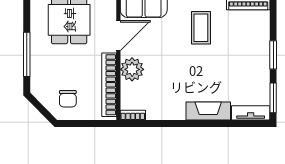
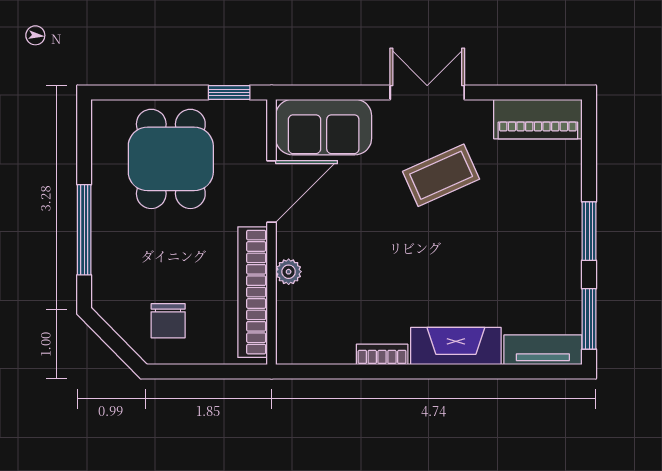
coffee table: (201, 28) -> (441, 175), turned 66
plant: (132, 69) -> (289, 272), width x0.53, depth x0.53
bookcase: (133, 115) -> (382, 354), moved

